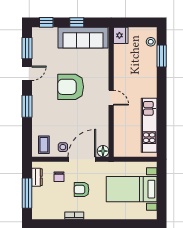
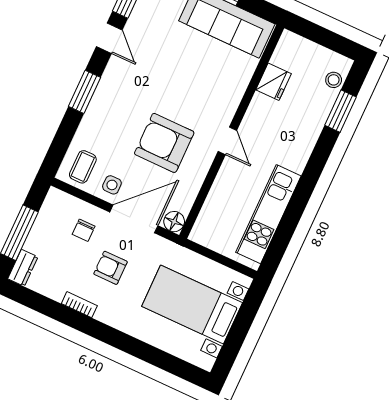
fridge: (121, 35) -> (273, 82), moved
door: (27, 73) -> (109, 38), hinge flipped
armchair: (71, 87) -> (164, 143), moved
dresser: (37, 177) -> (23, 268), moved

